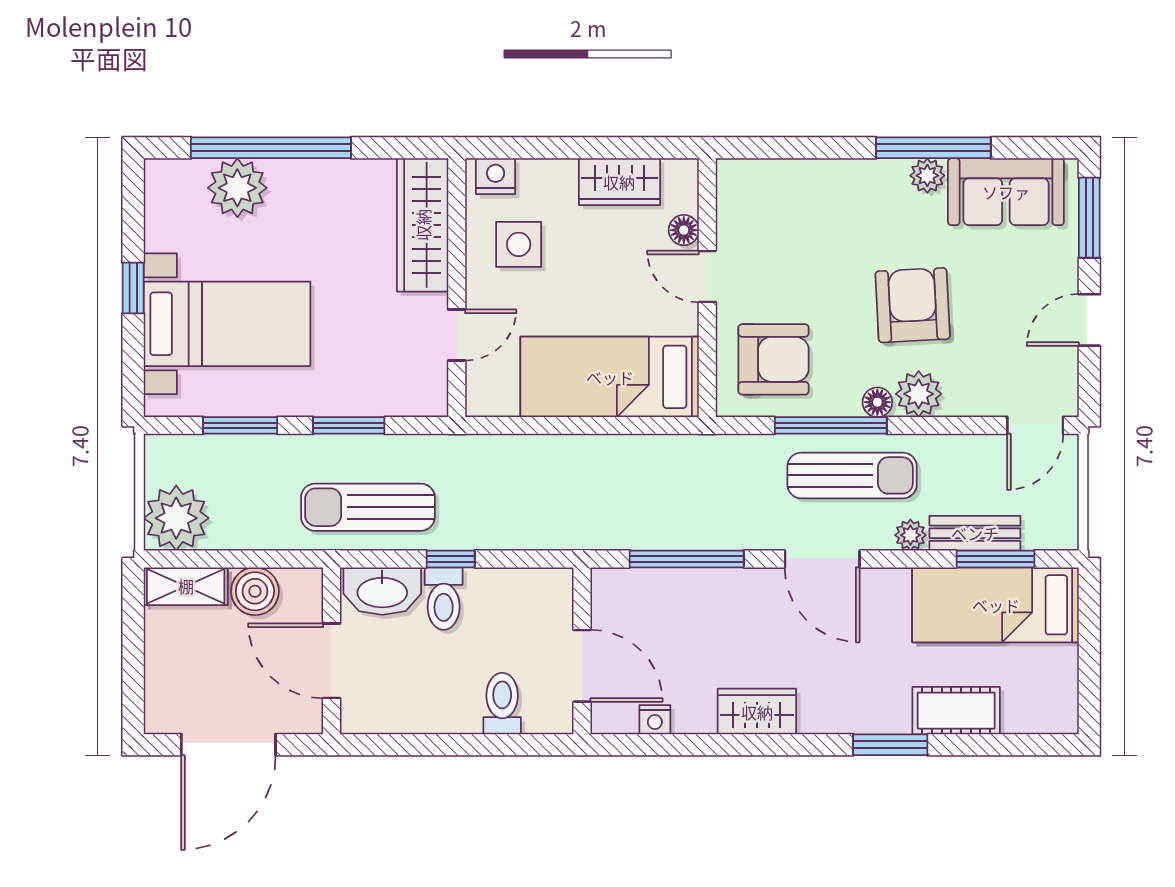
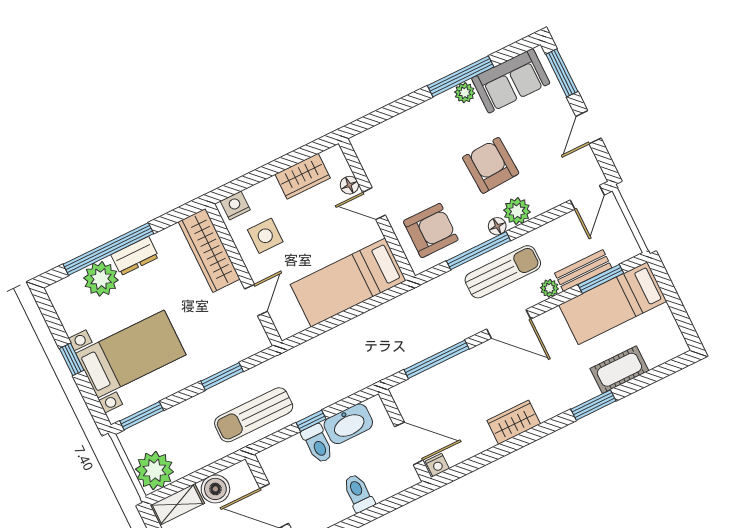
dresser: (306, 178) -> (135, 256), added
window: (240, 425) -> (142, 416), moved
washbasin: (382, 591) -> (348, 424), moved
toilet: (502, 704) -> (358, 493), moved
nightstand: (655, 720) -> (437, 465), moved

